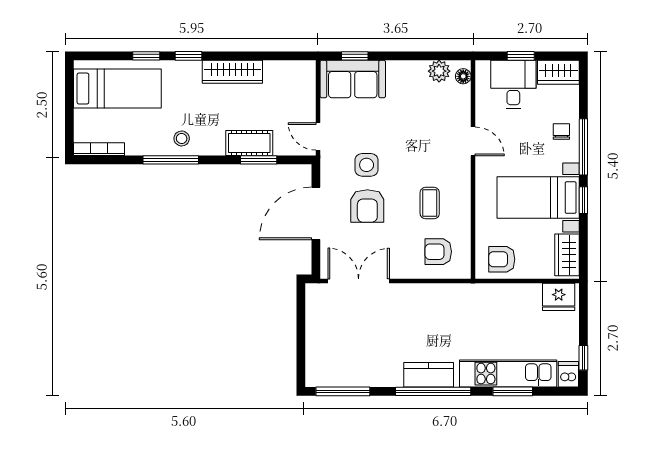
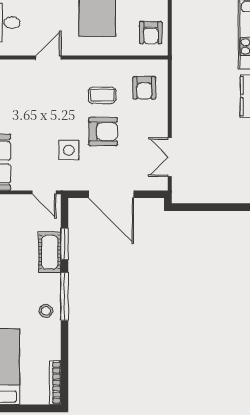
door: (318, 136) -> (44, 192), hinge flipped
window: (171, 160) -> (64, 296), moved
armchair: (367, 206) -> (103, 132), moved
double door: (359, 281) -> (170, 157), width x0.73

